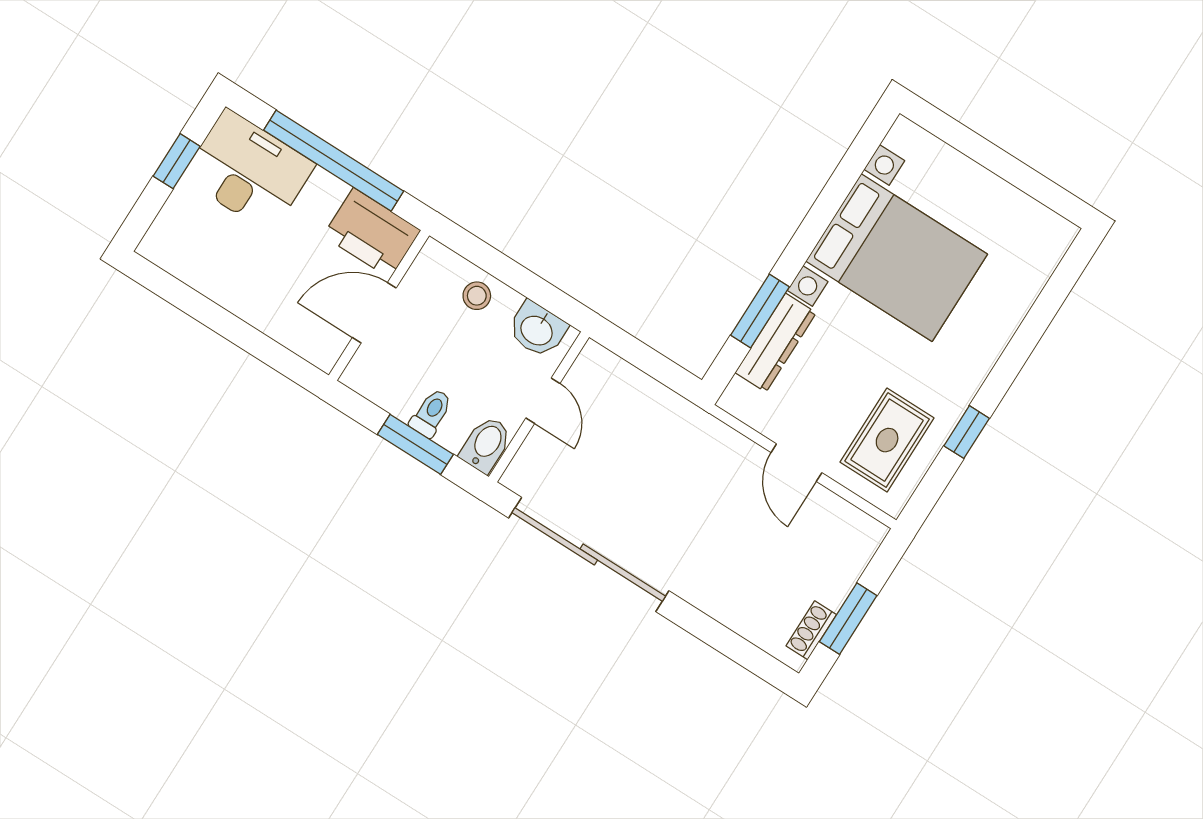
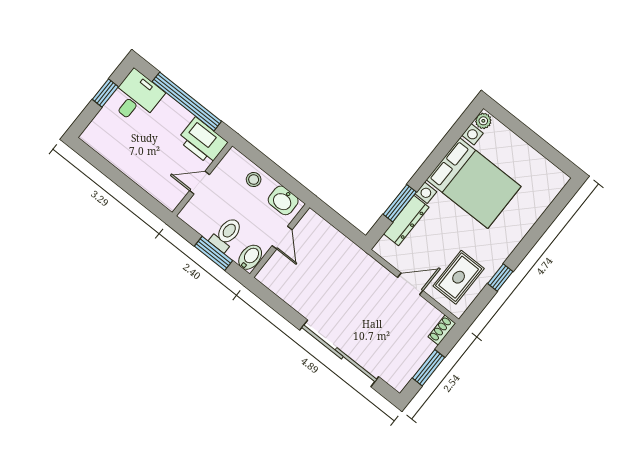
plant: (902, 137) -> (483, 121), added
desk: (249, 171) -> (136, 97), width x0.73
door: (374, 313) -> (199, 183), width x0.73
toilet: (431, 413) -> (226, 234), width x1.37, depth x1.39
door: (796, 463) -> (410, 284), swing flipped
sliding door: (589, 554) -> (339, 353), moved
shoe rack: (811, 630) -> (442, 330), moved

